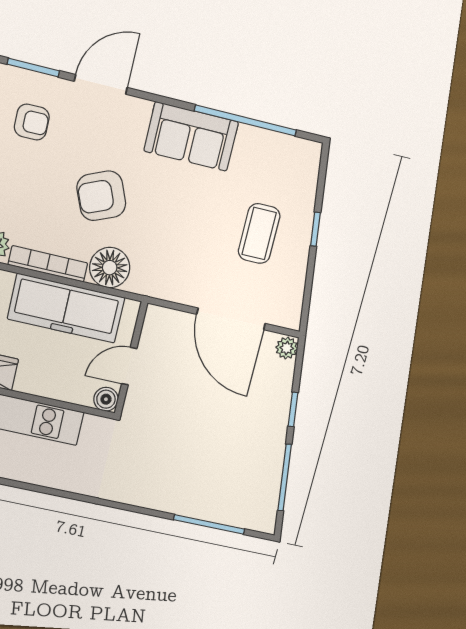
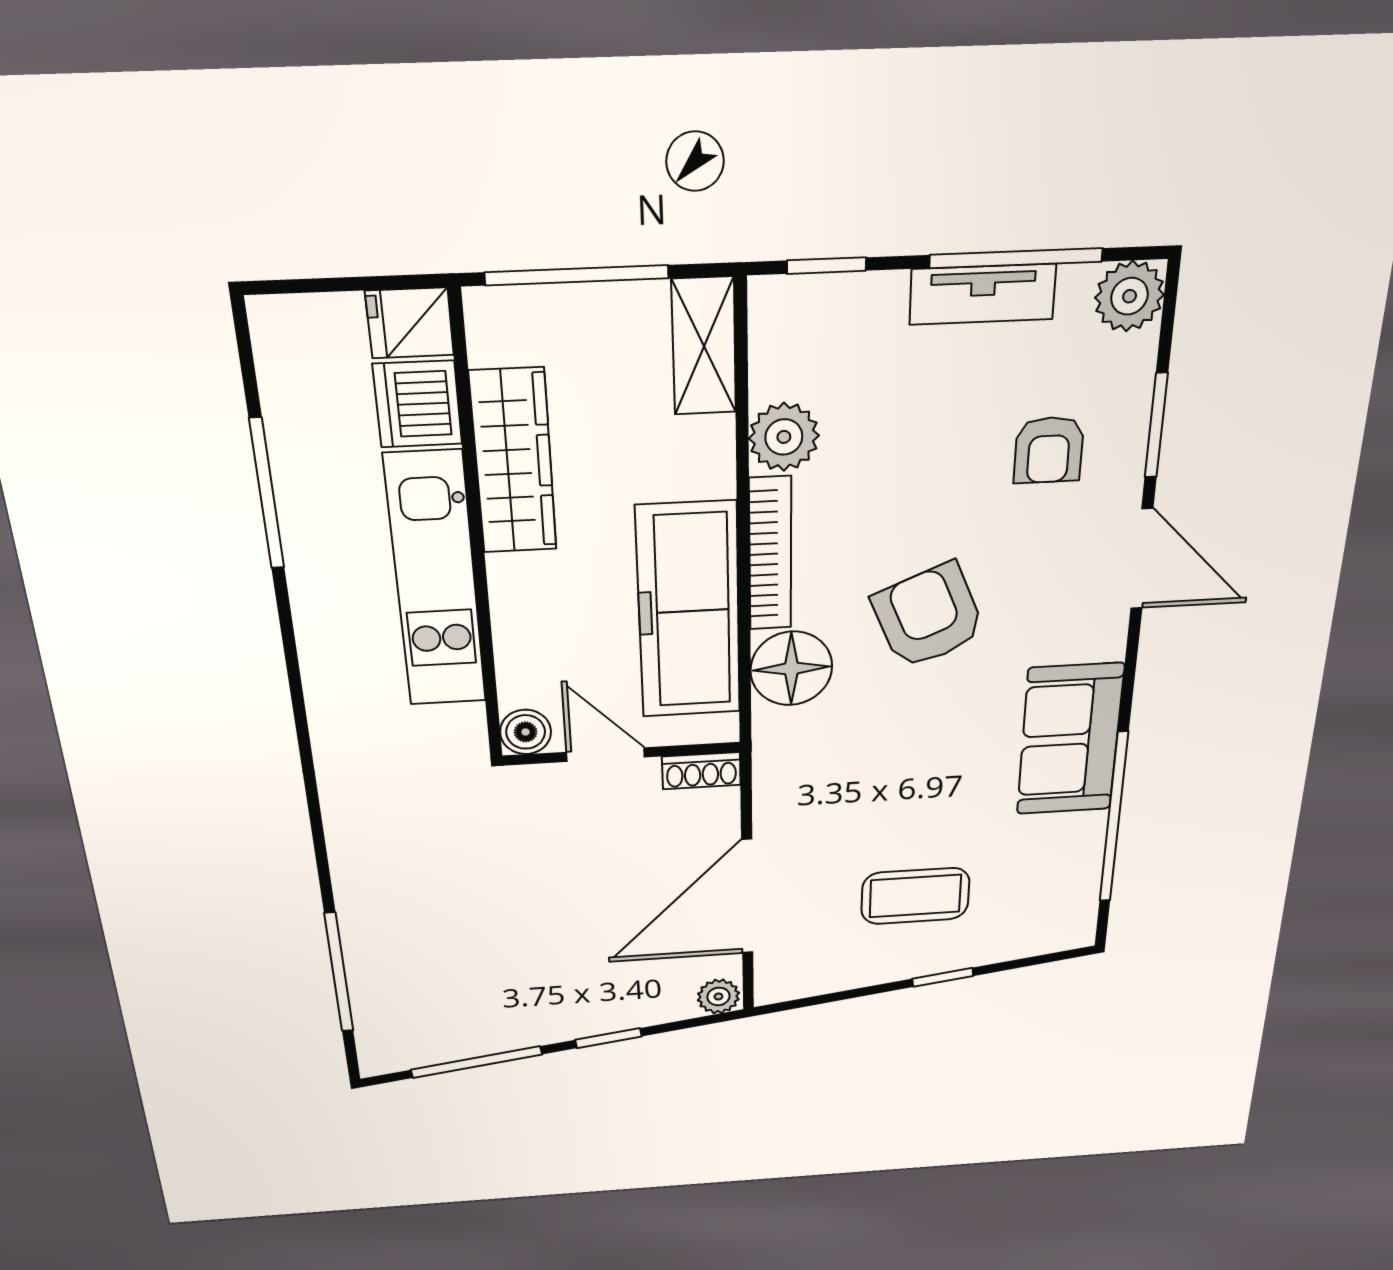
shoe rack: (152, 324) -> (701, 771), added

